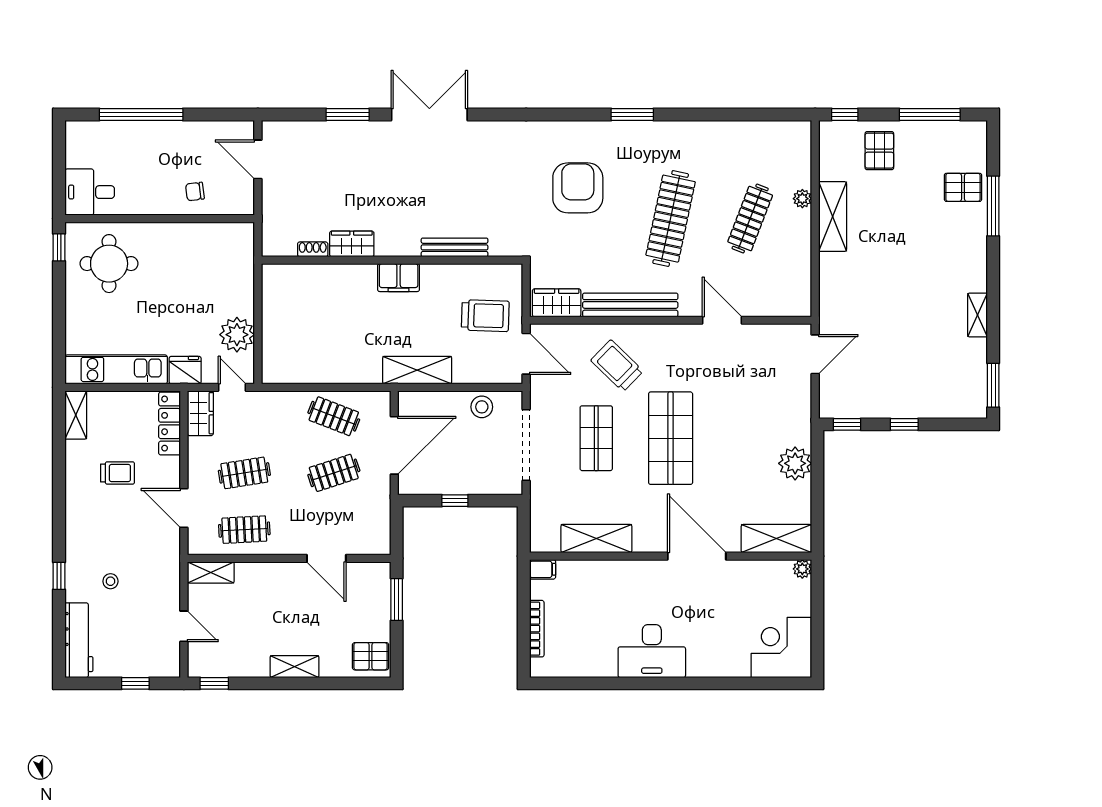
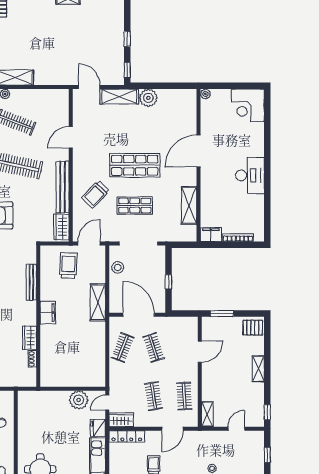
shelving: (776, 539) -> (119, 97), moved, turned 90
filing cabinet: (543, 569) -> (211, 235), width x2.00
pallet: (371, 656) -> (253, 328), turned 90

